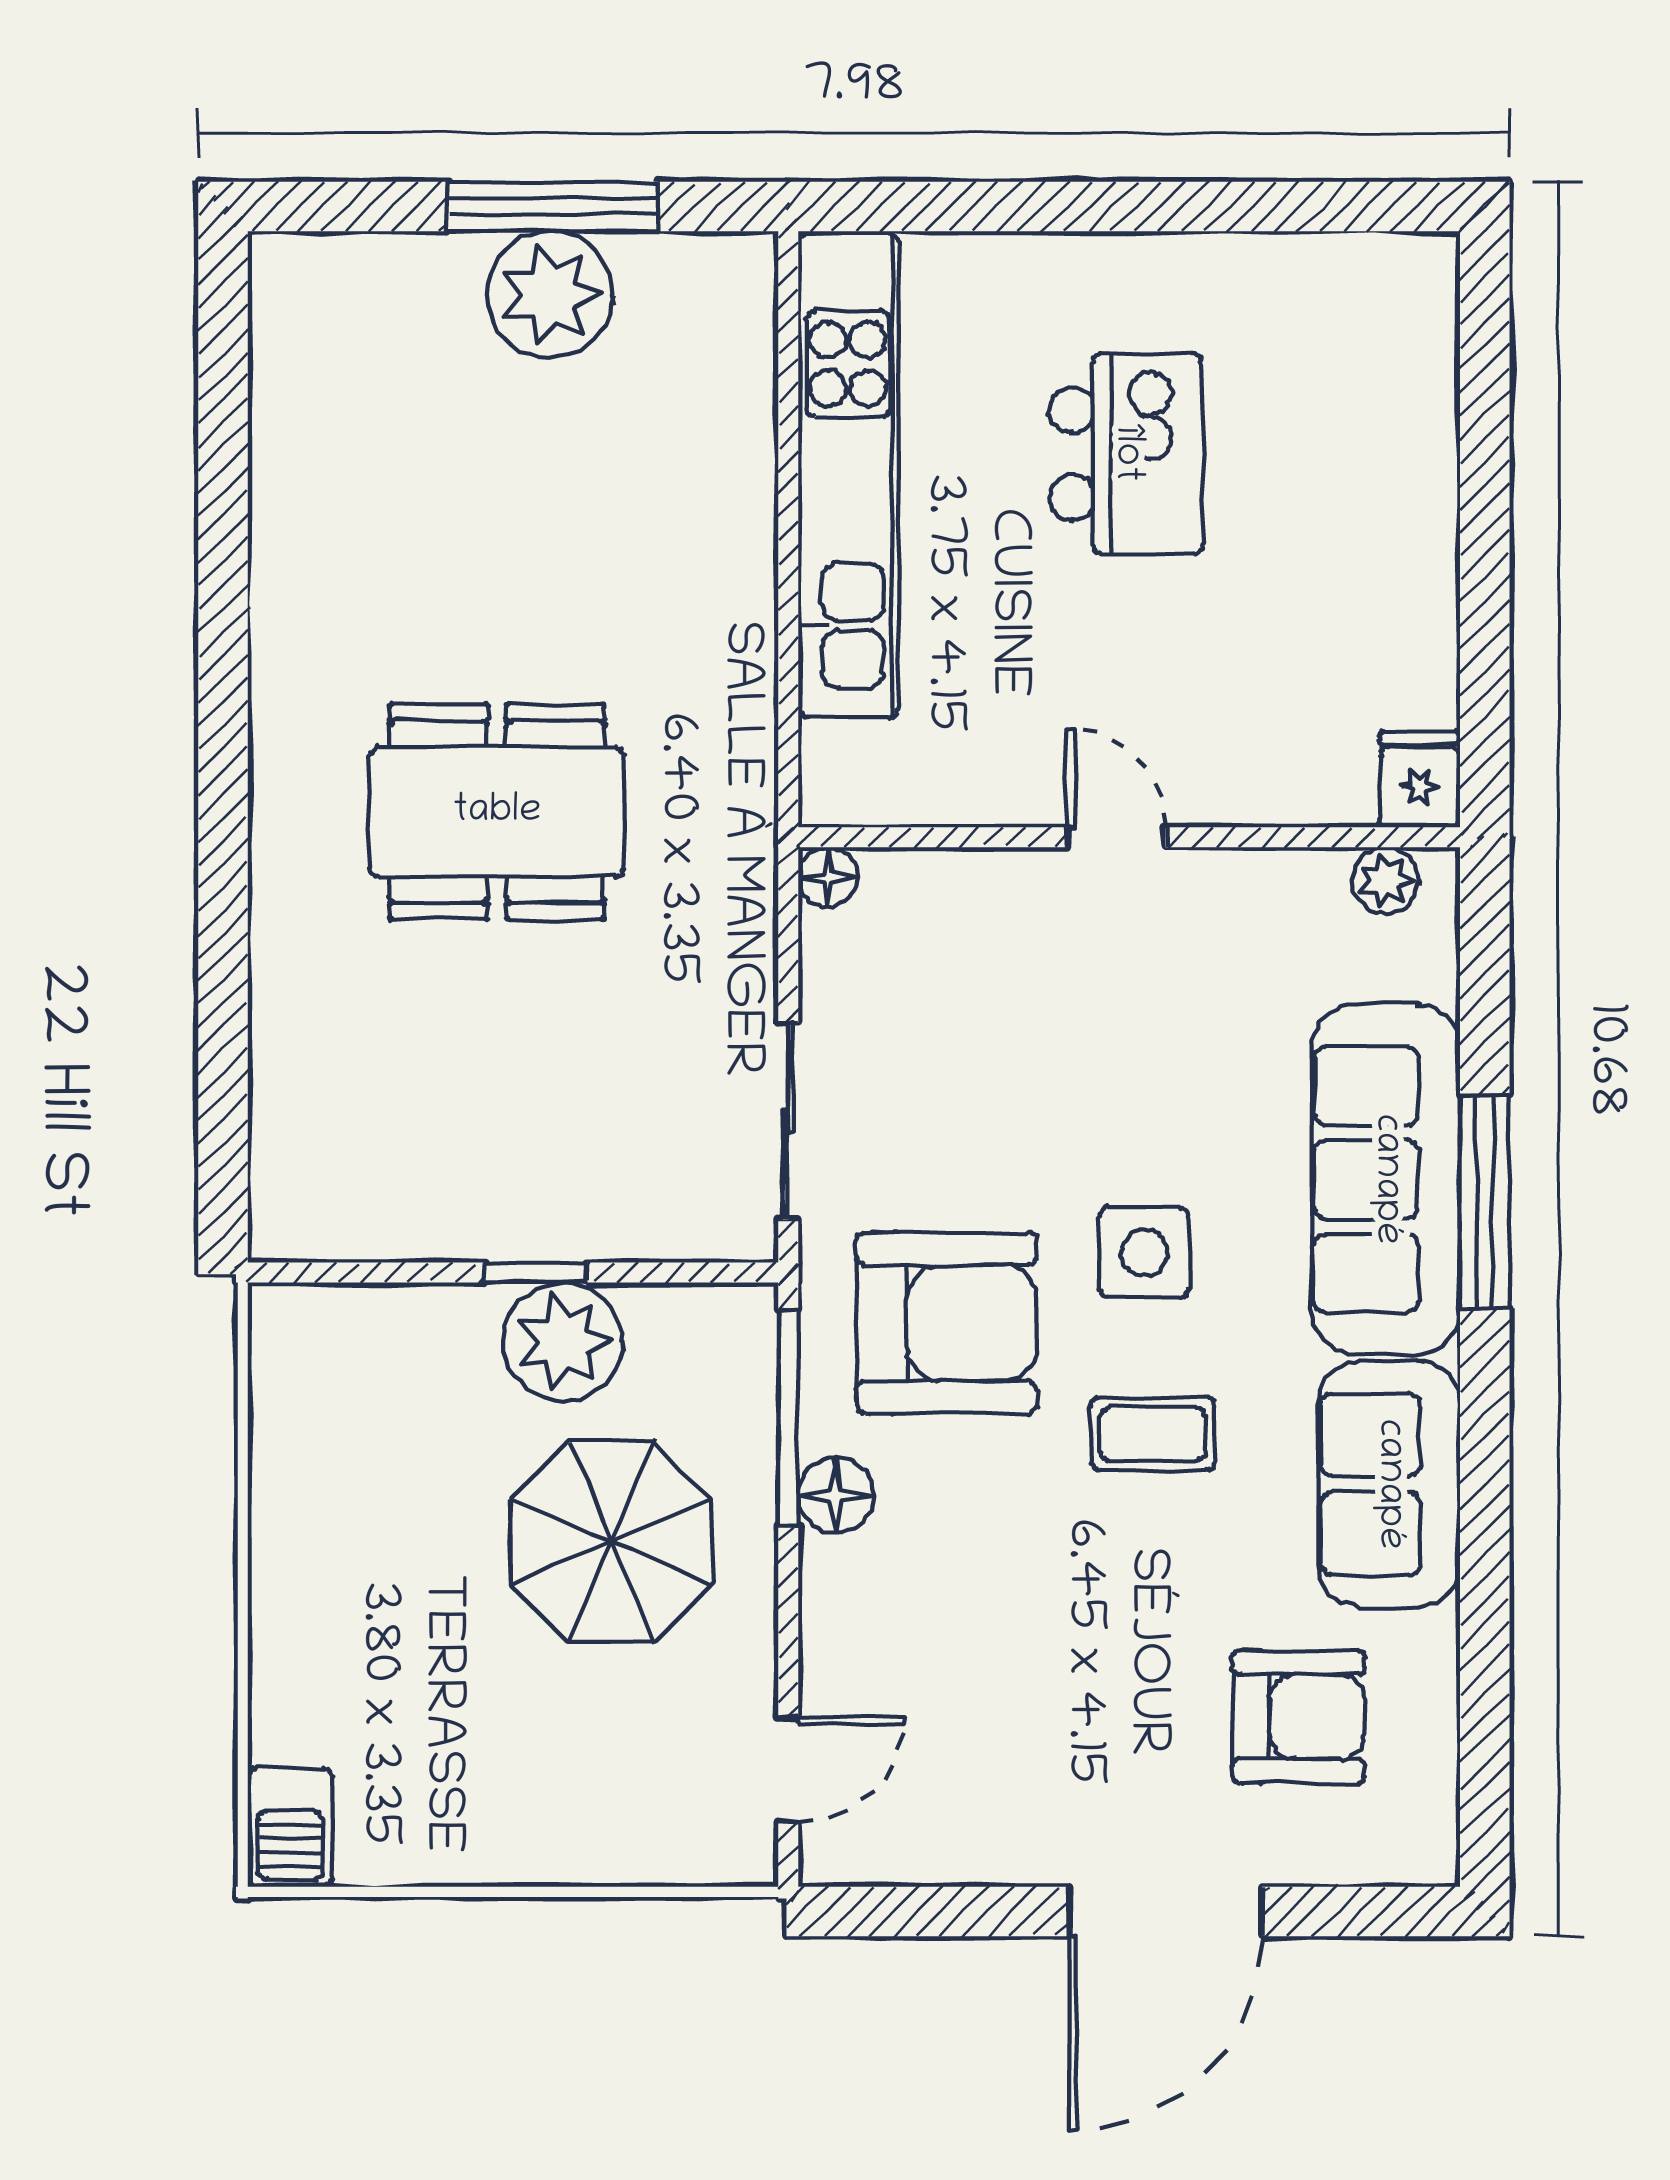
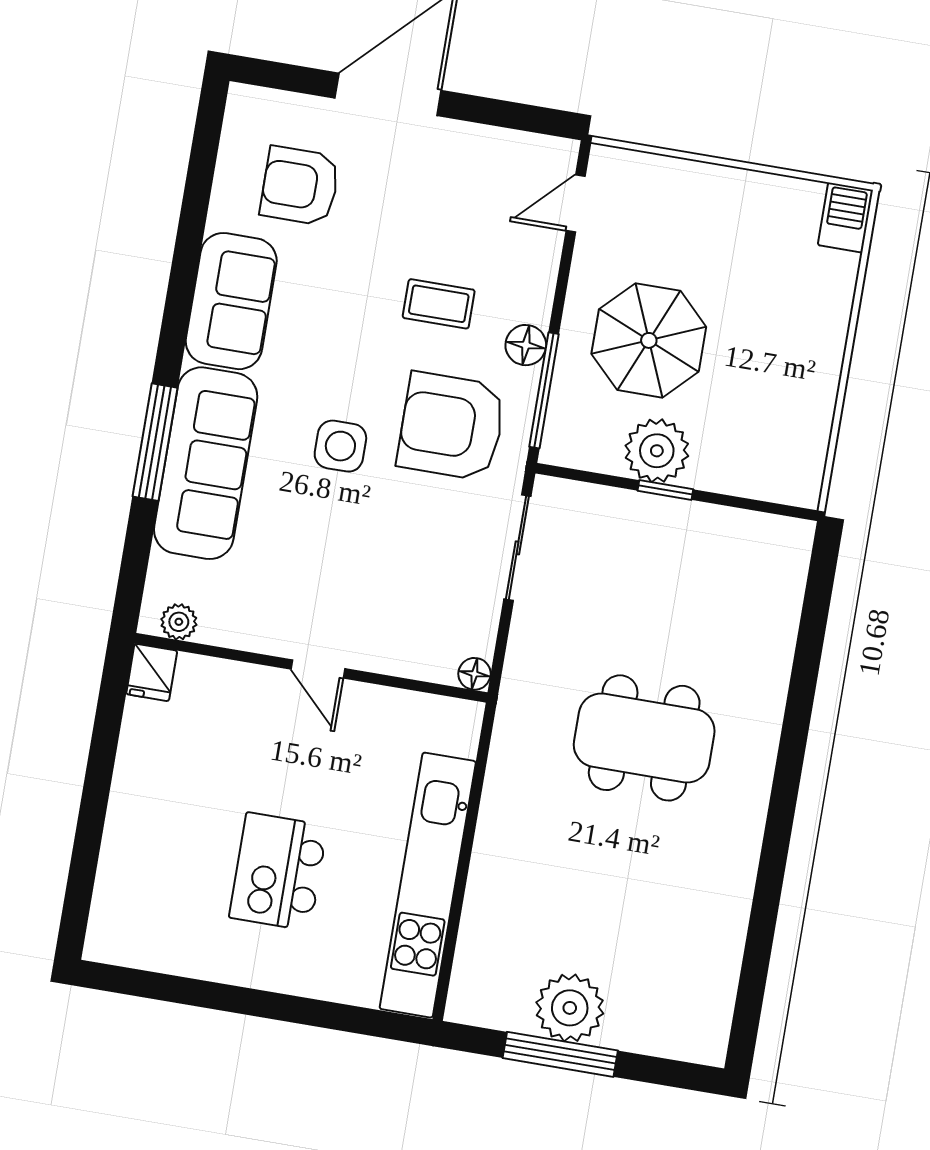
coffee table: (1153, 1434) -> (439, 304), moved

